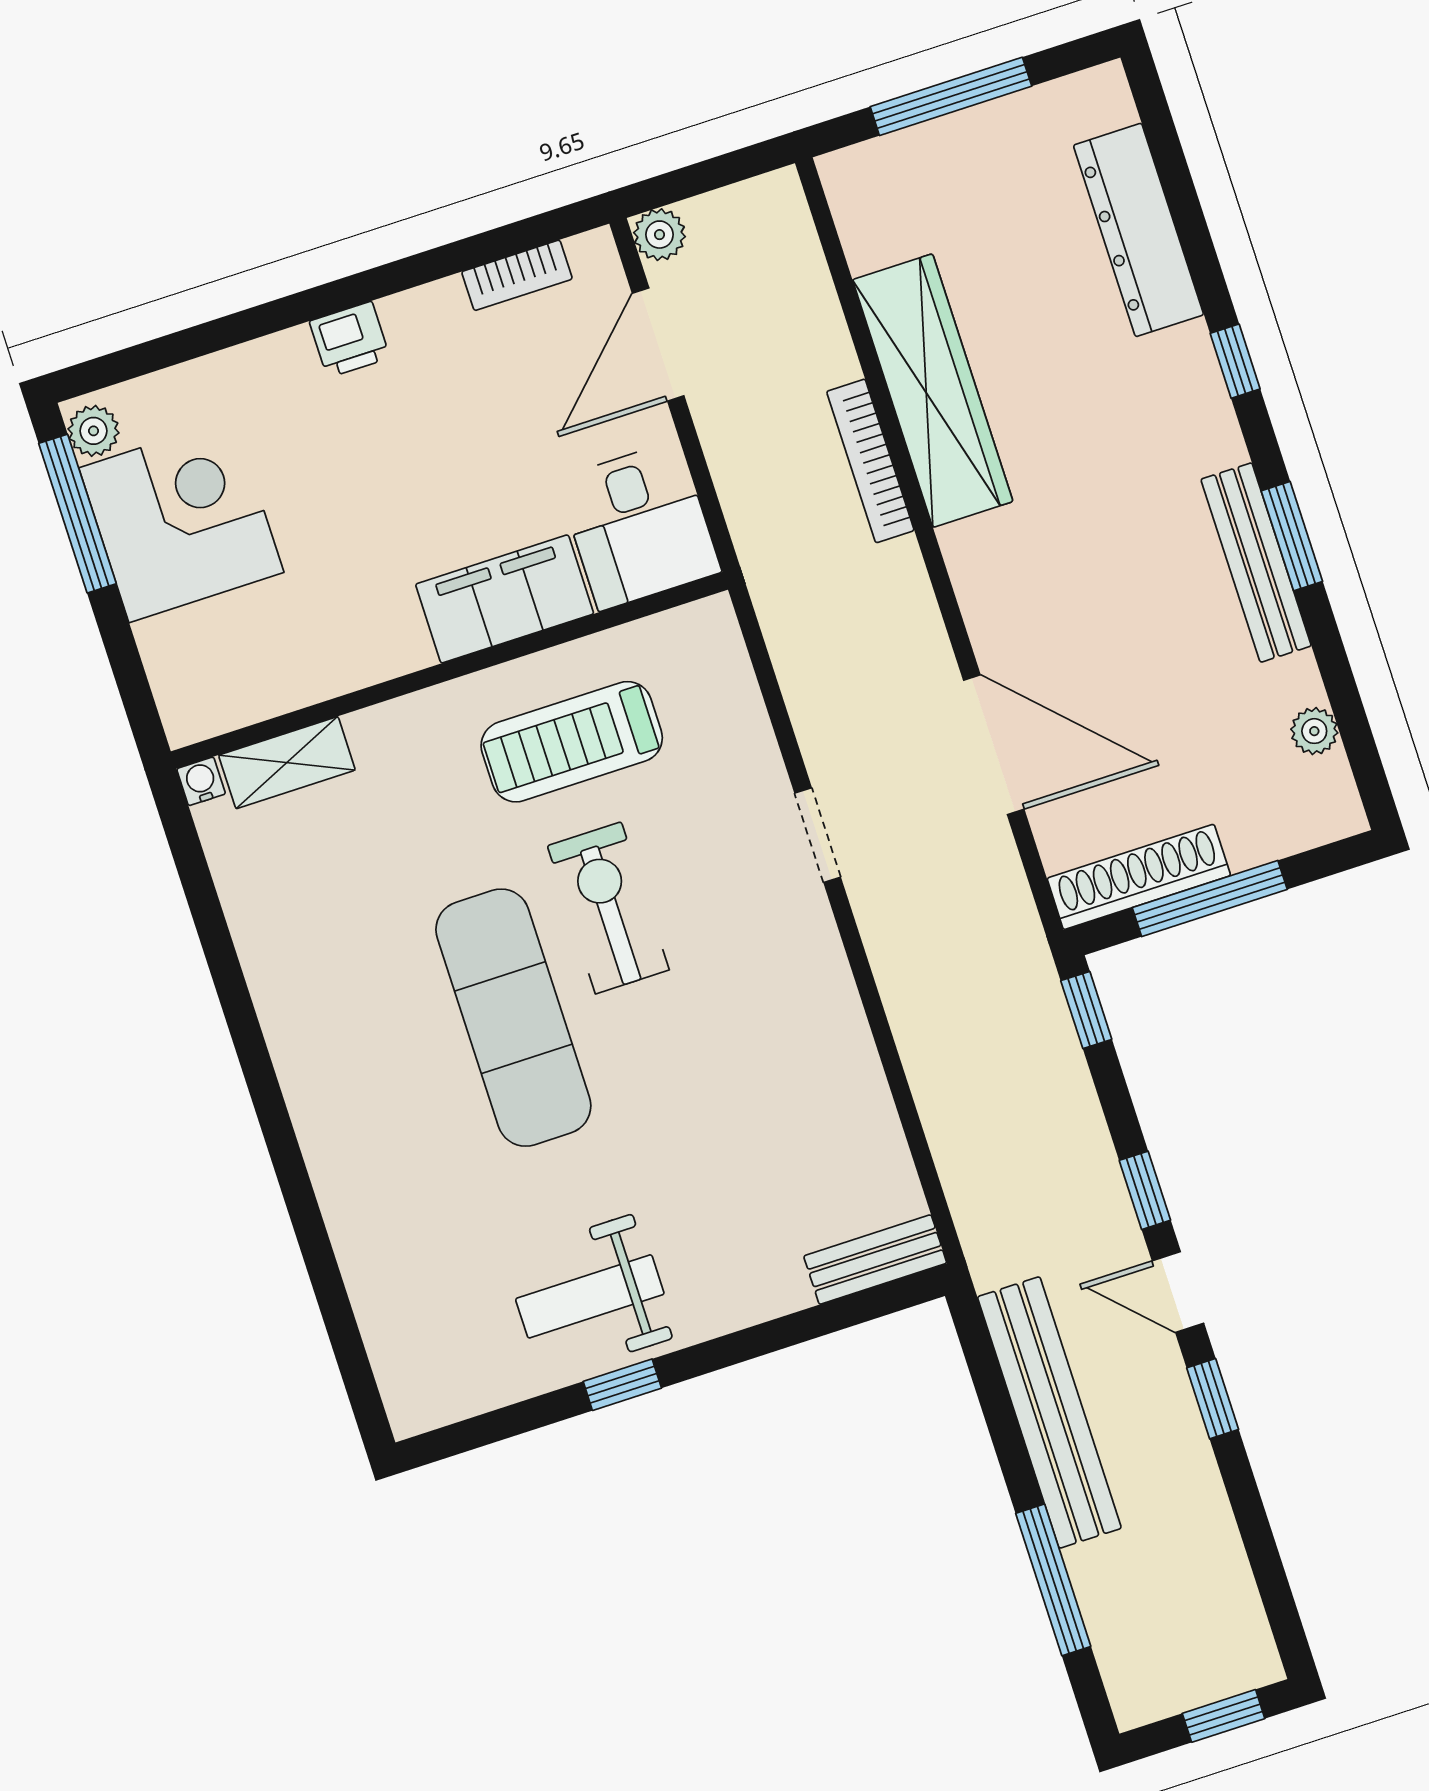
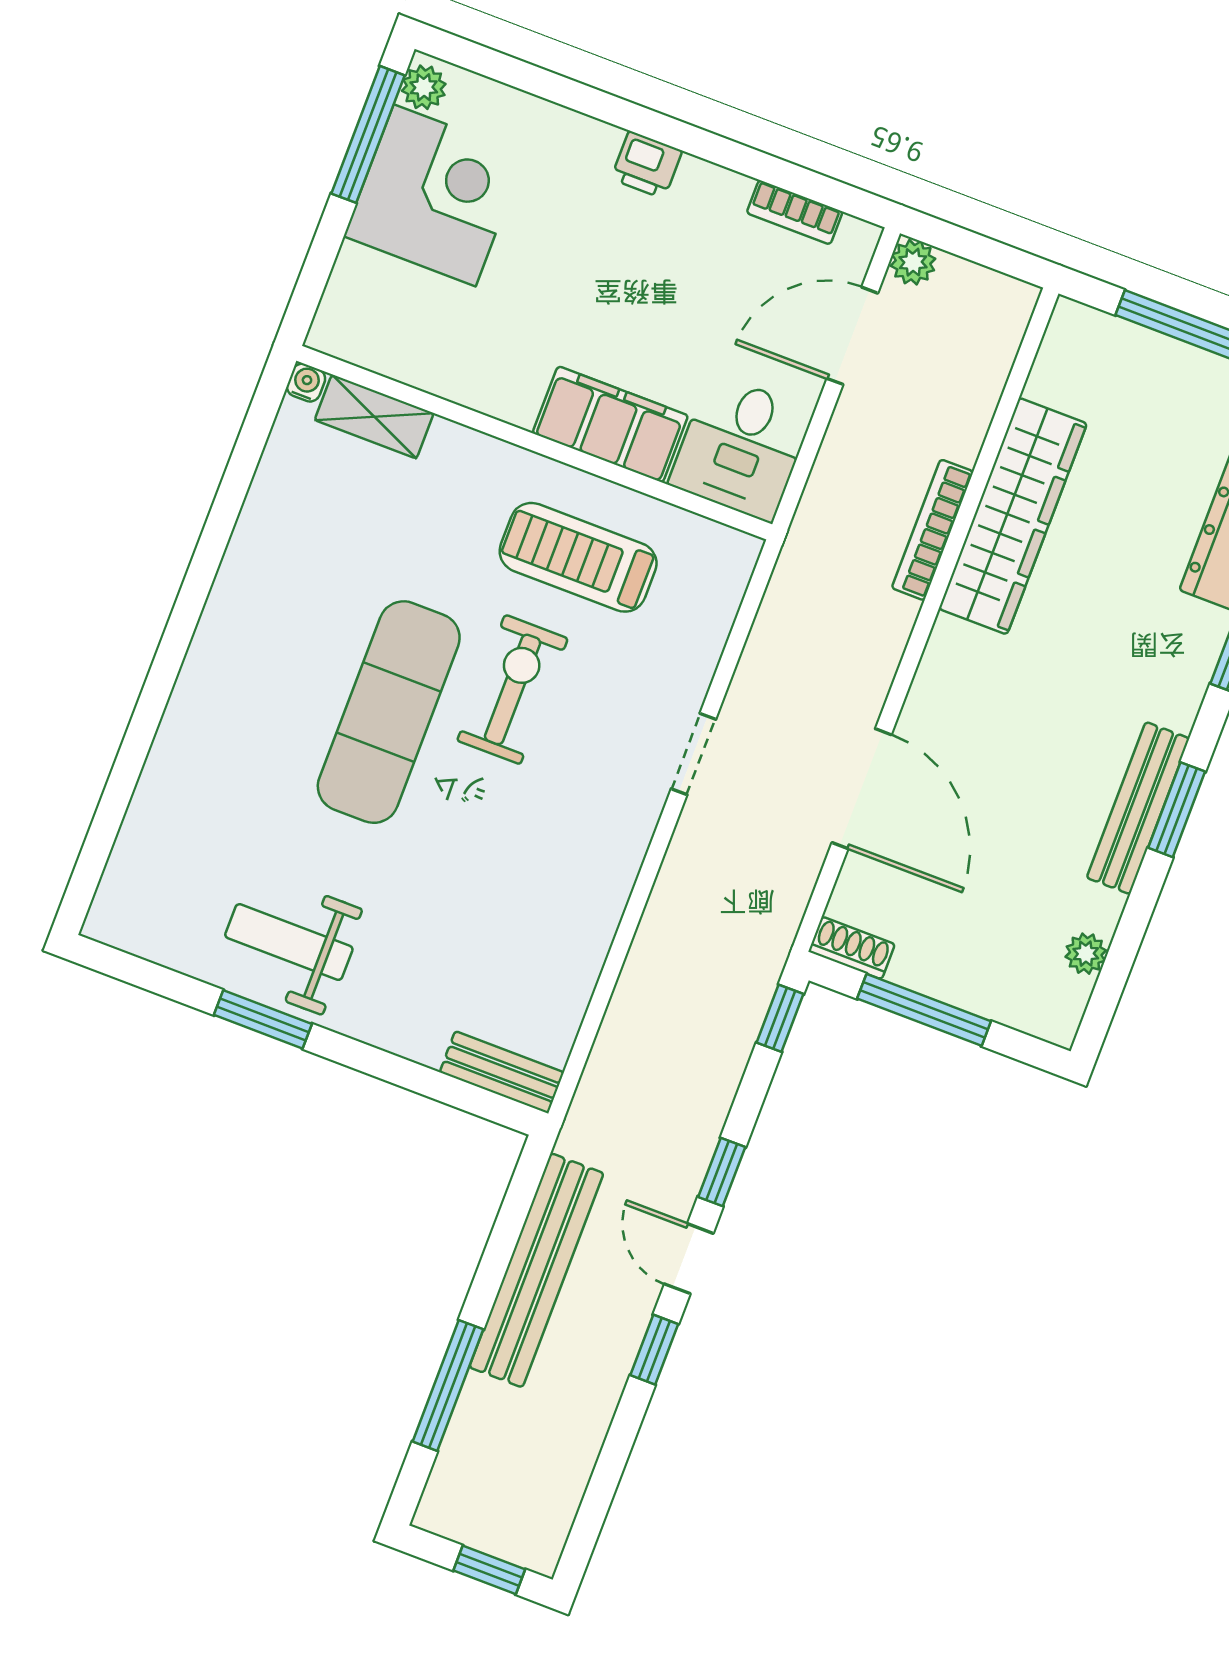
shoe rack: (1139, 877) -> (852, 948), width x0.51, depth x0.81
window: (622, 1385) -> (263, 1019), width x1.50

